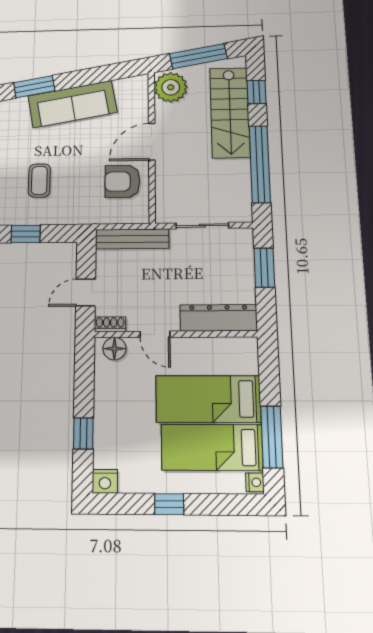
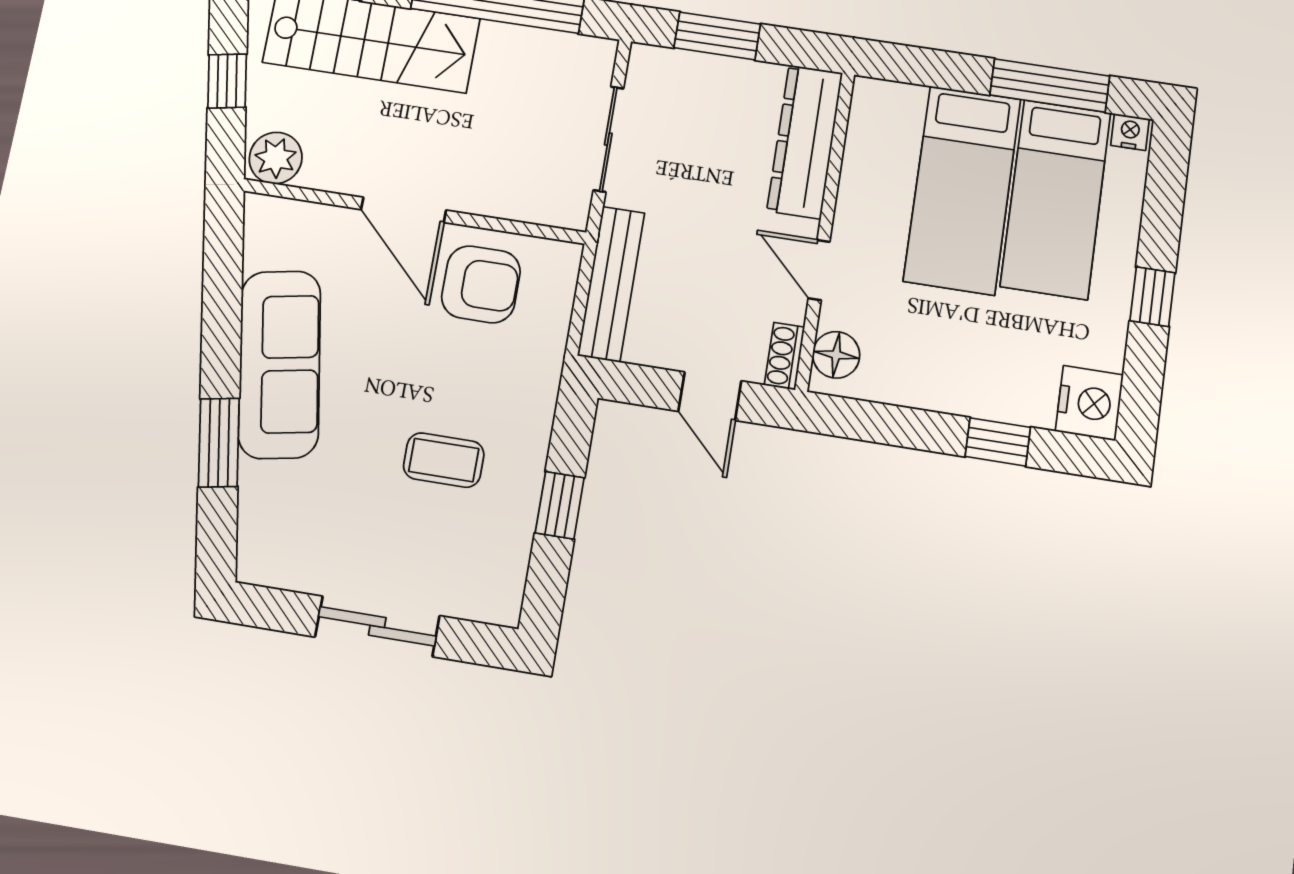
window: (198, 56) -> (227, 81), width x0.46
plant: (171, 87) -> (276, 158), width x0.73, depth x0.73
armchair: (122, 181) -> (481, 284), turned -90
door: (155, 334) -> (819, 270), swing flipped
nightstand: (105, 481) -> (1089, 403), width x1.36, depth x1.33

